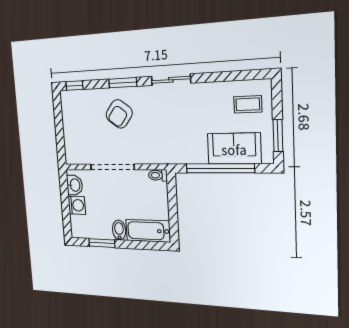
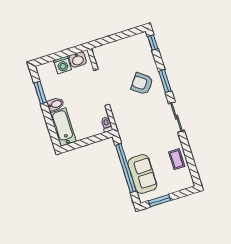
coffee table: (248, 104) -> (177, 159), moved

